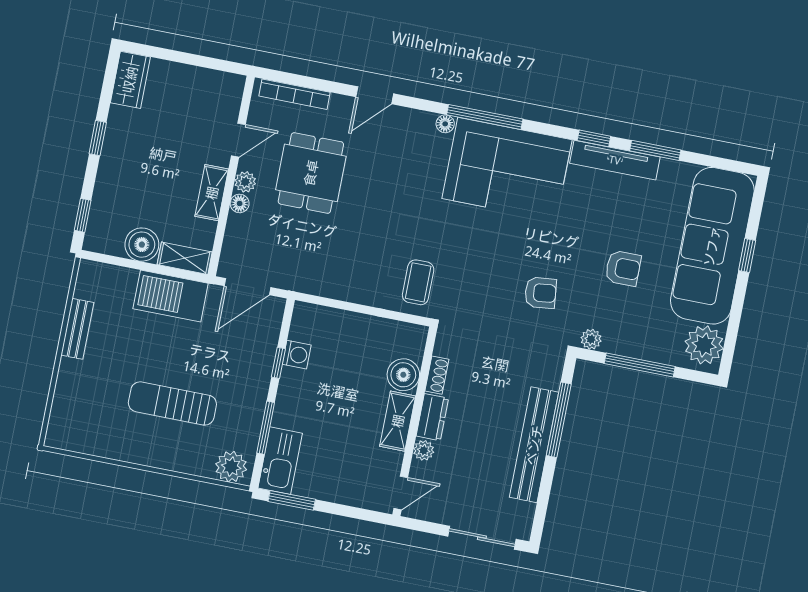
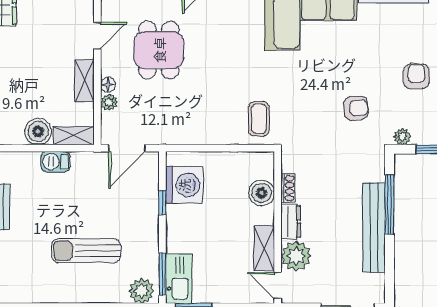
plant: (245, 182) -> (109, 102), moved
armchair: (623, 268) -> (416, 77), turned -90
barbecue: (171, 296) -> (55, 162), width x0.53, depth x0.65
washing machine: (297, 355) -> (184, 185), width x1.89, depth x1.89
shelving: (398, 421) -> (264, 248), moved
window: (266, 428) -> (162, 274), moved
plant: (424, 450) -> (296, 256), width x1.88, depth x1.88
door: (401, 493) -> (278, 285), swing flipped

